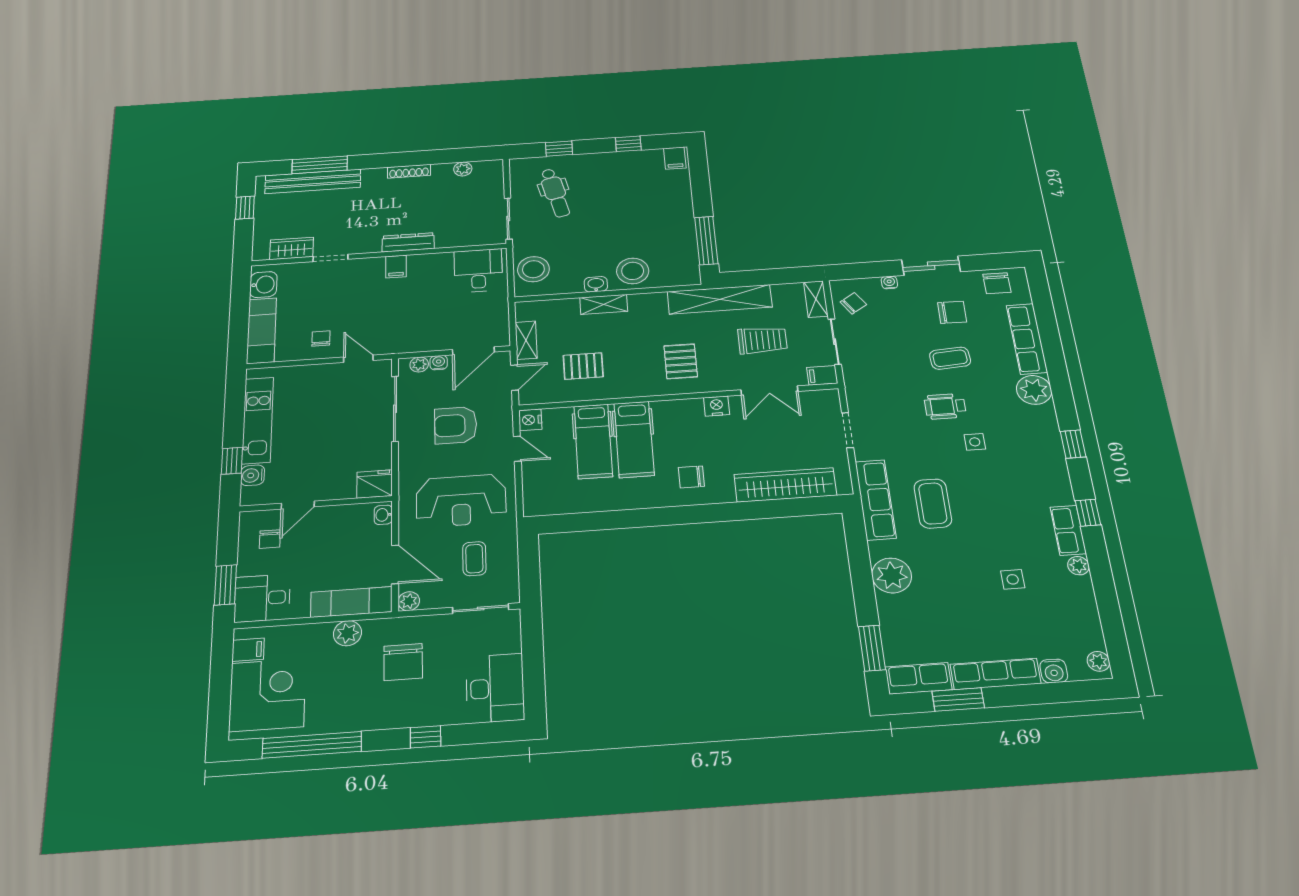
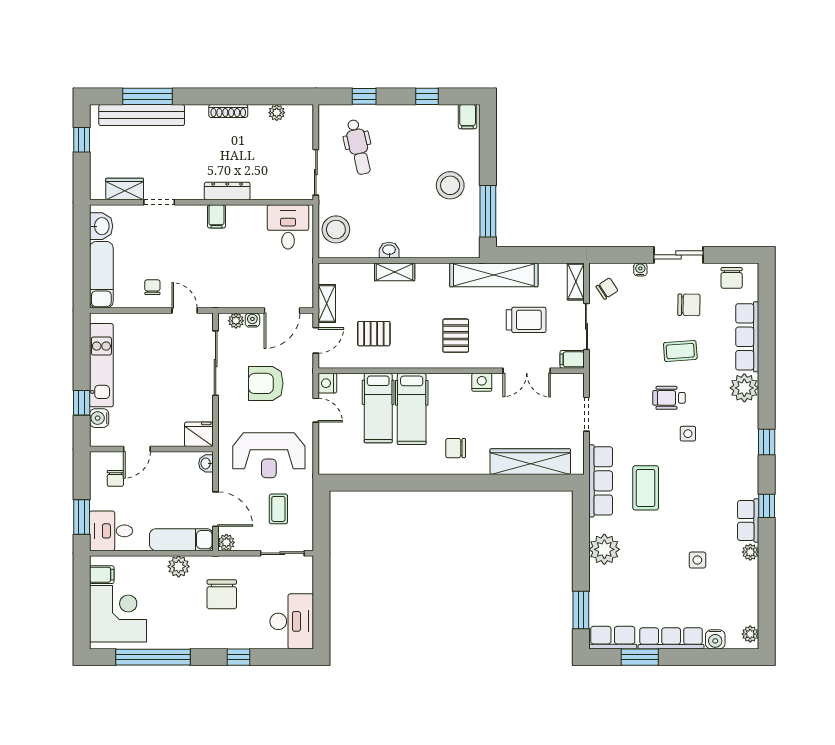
stool: (633, 271) -> (450, 185), moved

